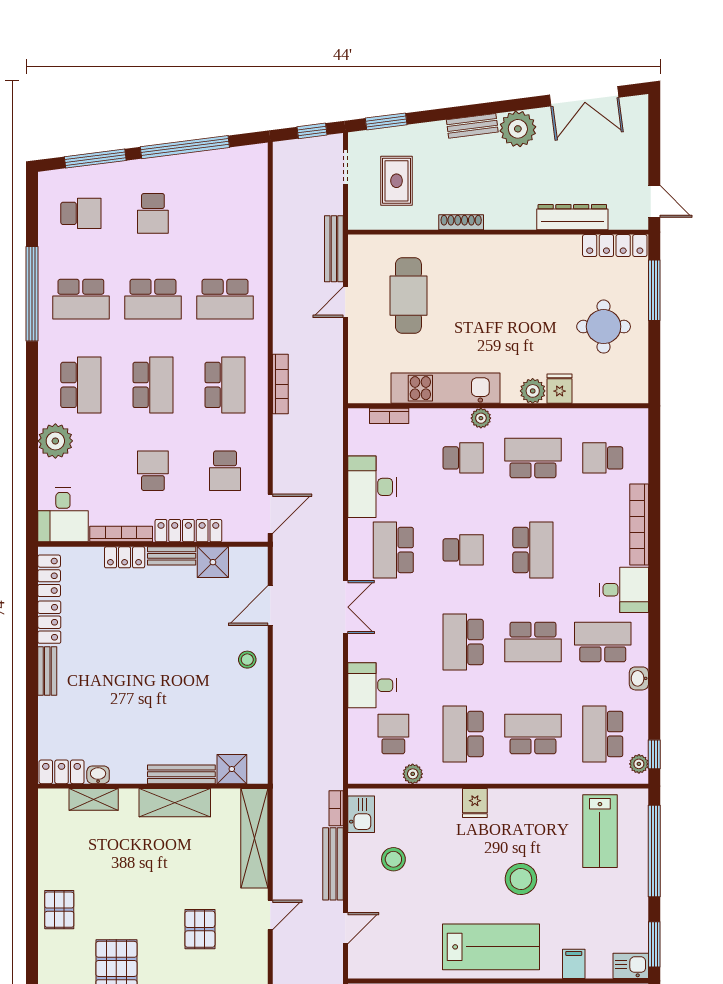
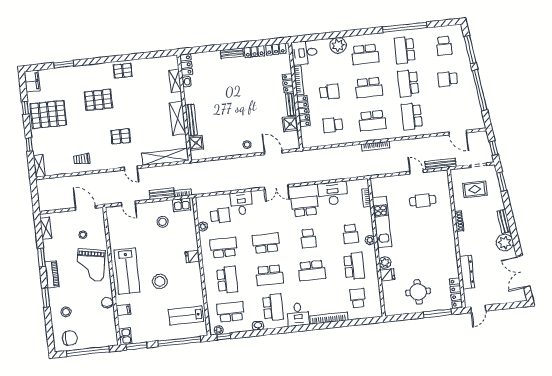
cafe table: (408, 296) -> (423, 201), width x0.73, depth x0.74
door: (270, 514) -> (458, 132), moved
school desk: (533, 642) -> (269, 275), turned -90
bench: (333, 864) -> (162, 194), width x0.73

